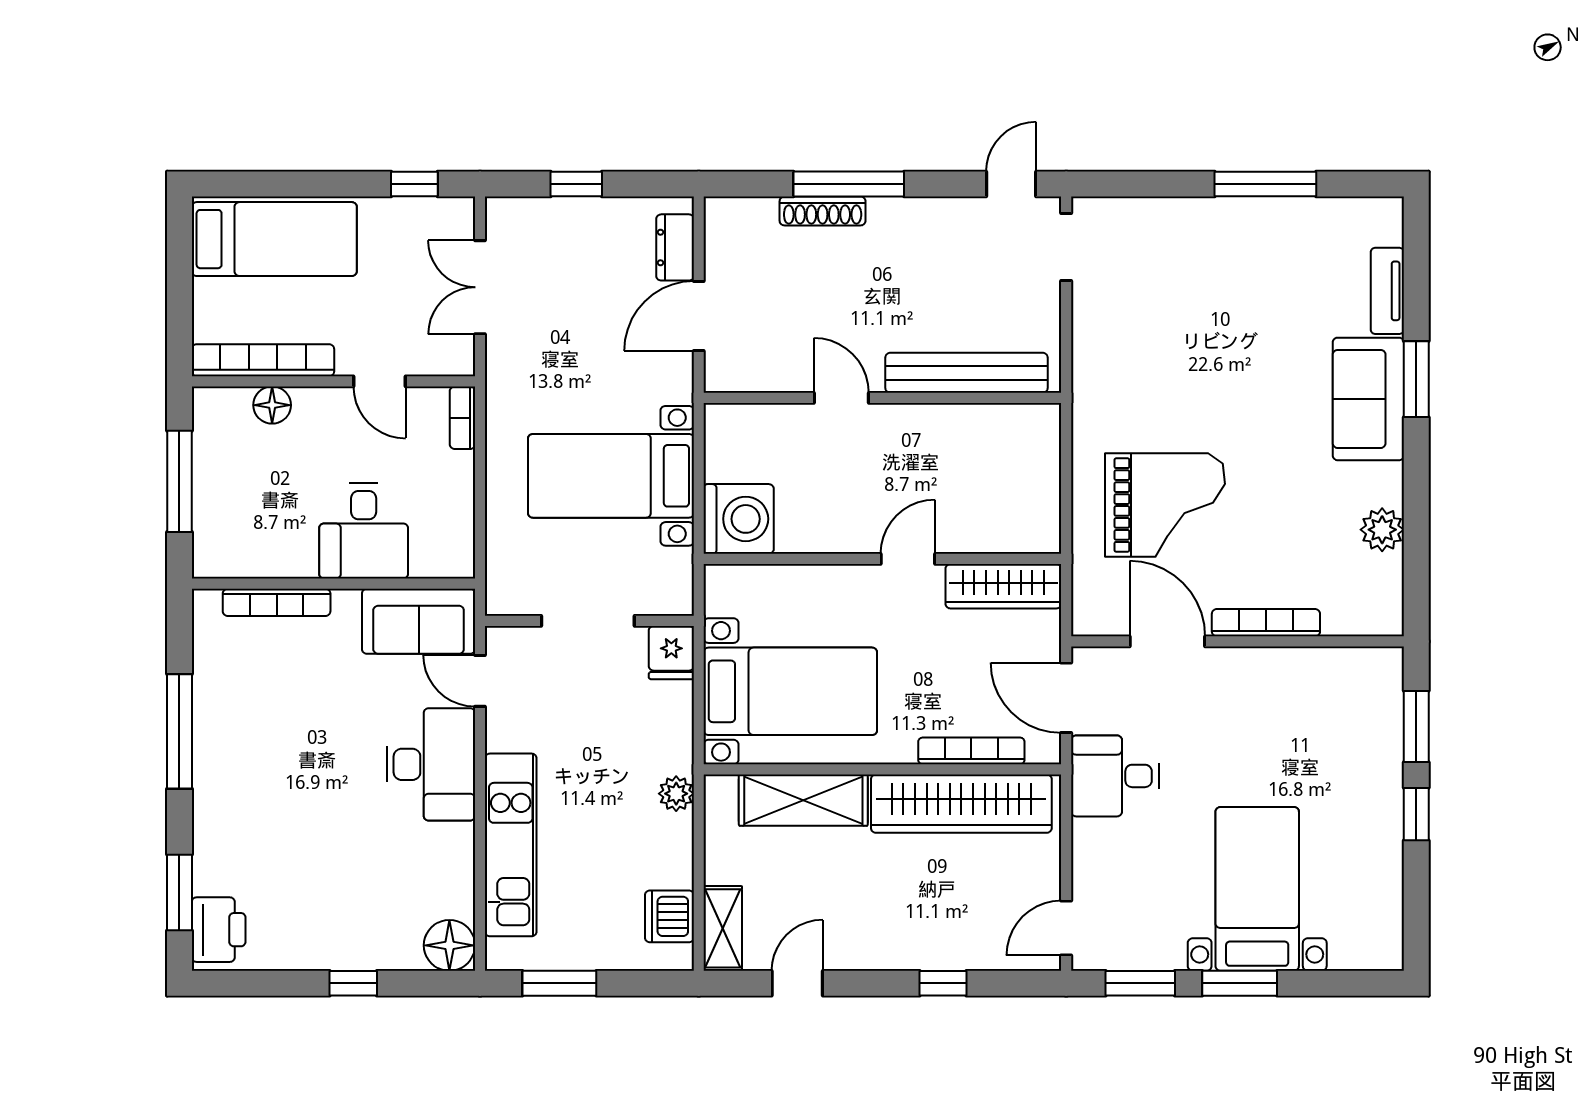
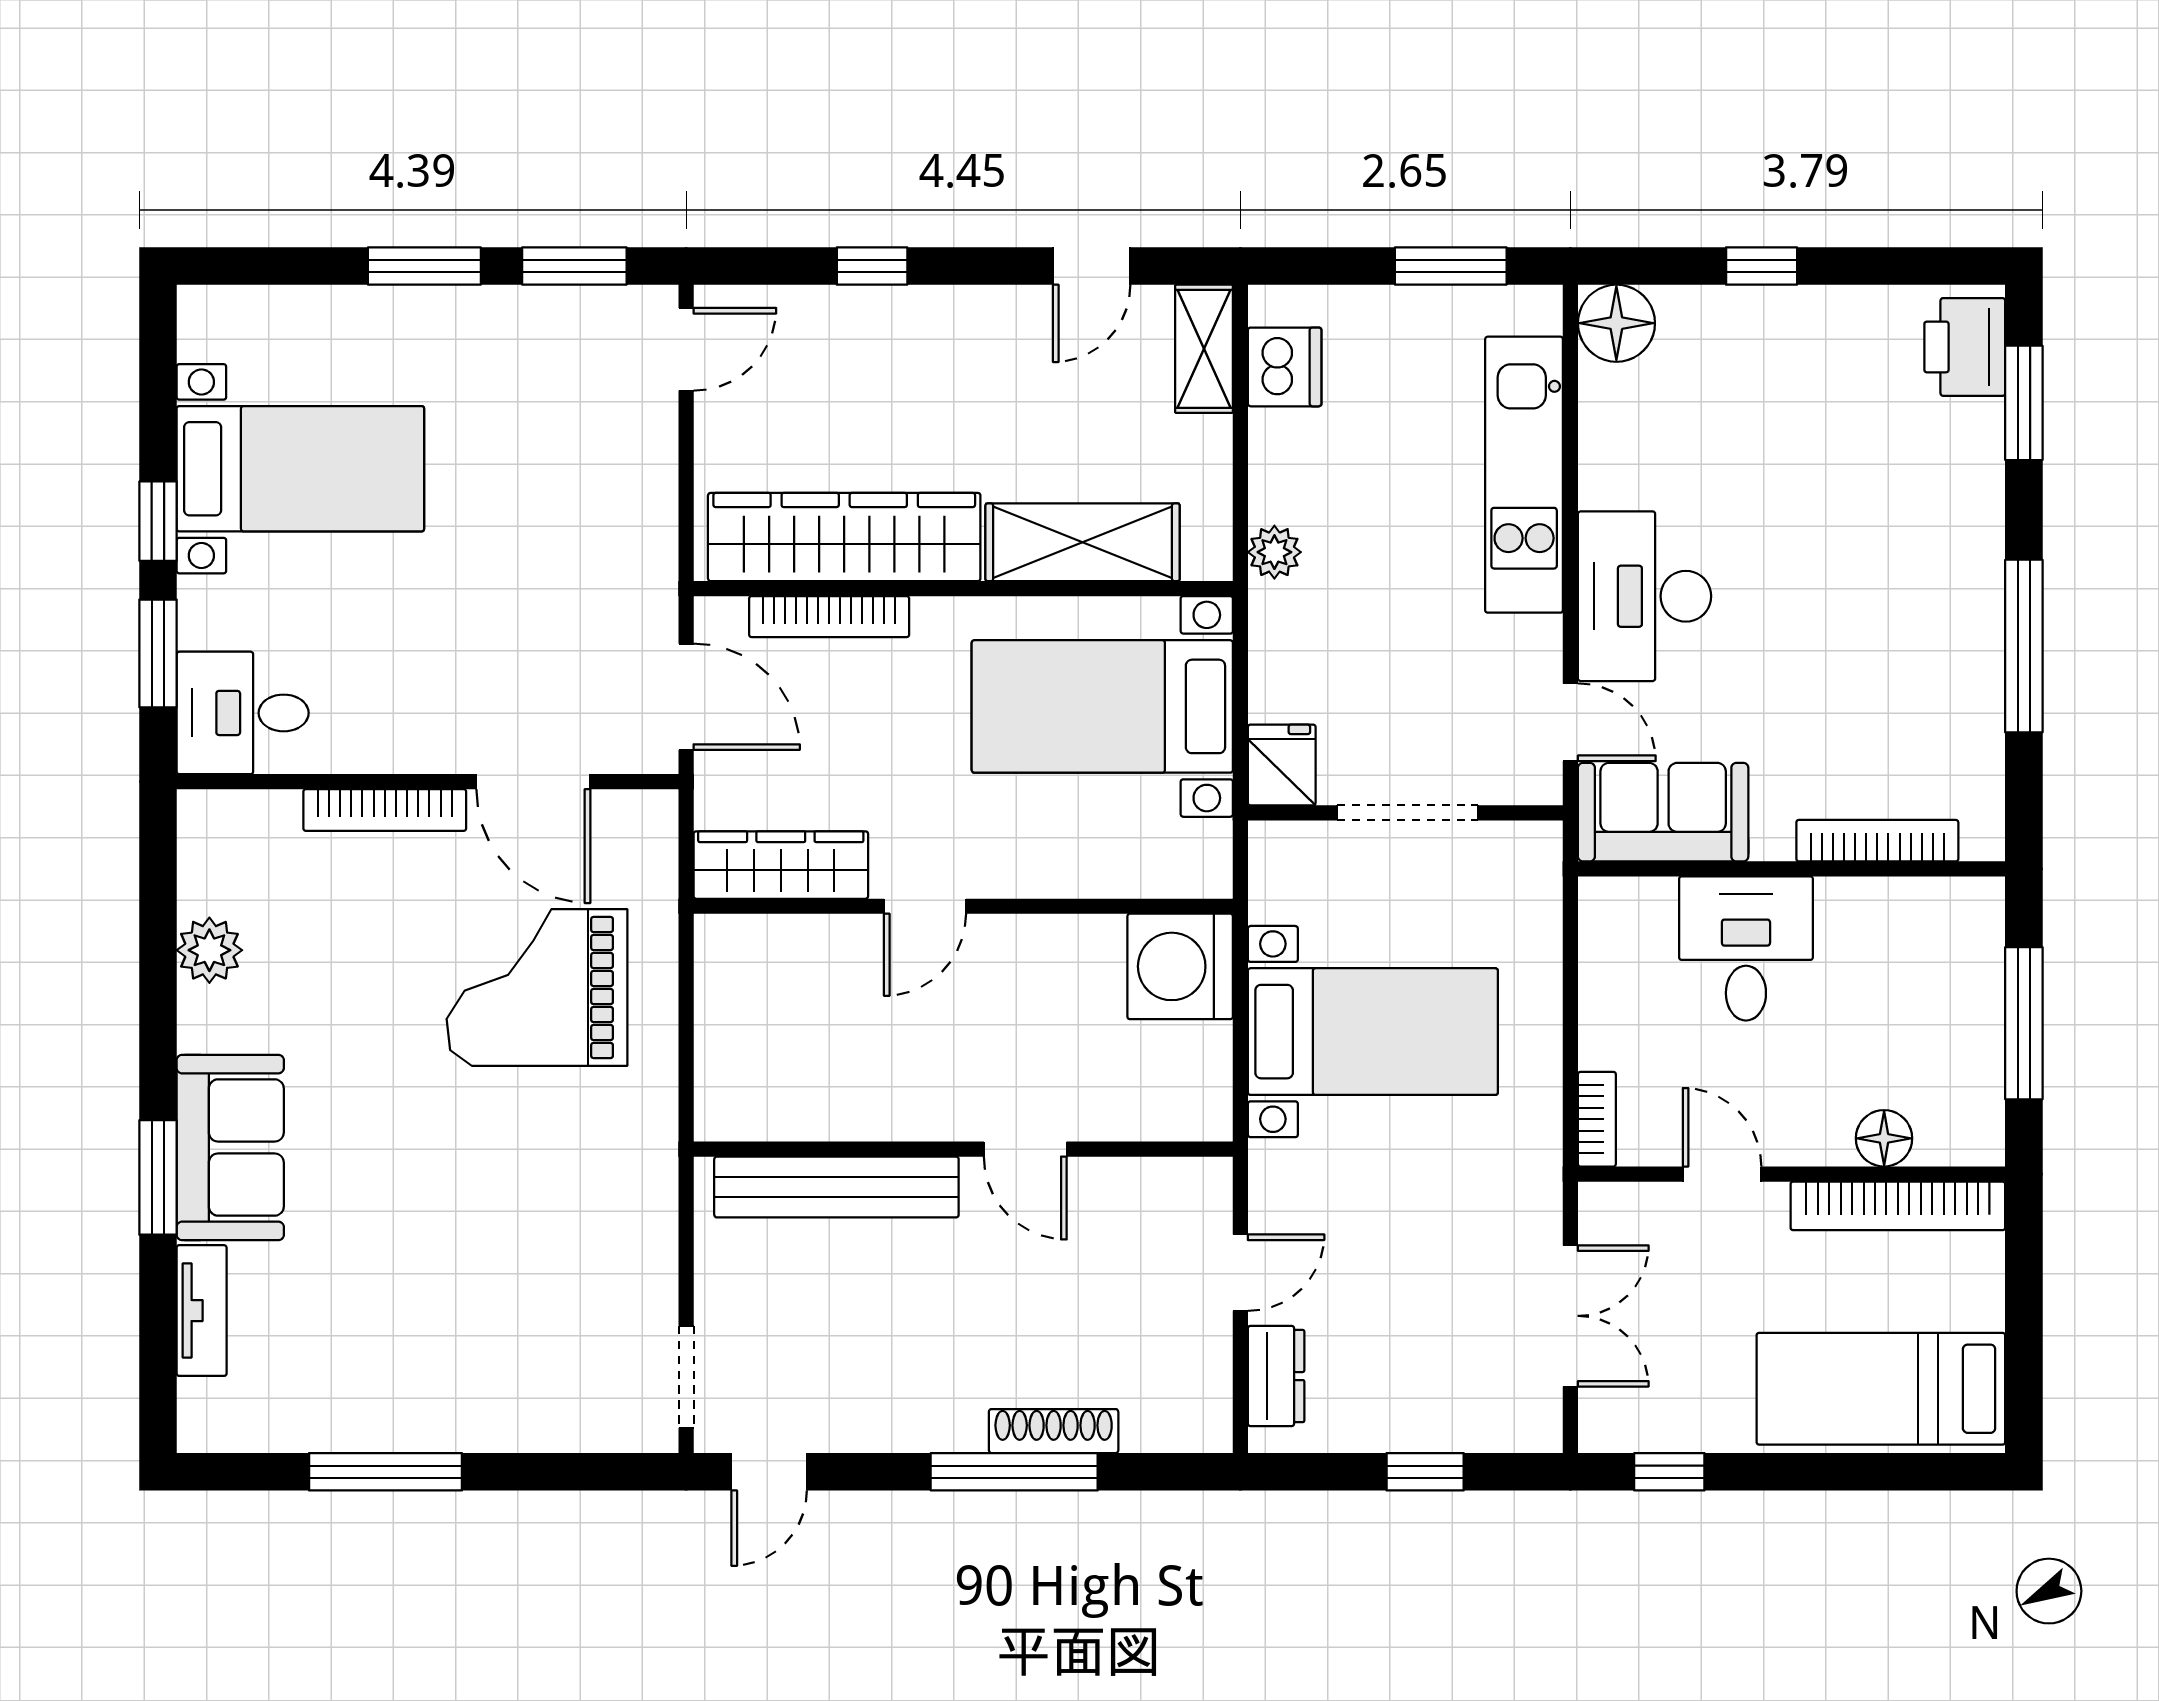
door: (699, 316) -> (1240, 1273), width x0.73
desk: (1115, 776) -> (243, 713), moved, turned 180
bed with nightstands: (1257, 889) -> (300, 469), moved, turned -90

